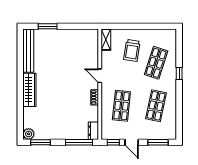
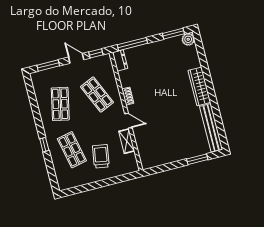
shelving: (106, 40) -> (127, 141), moved
shop shelf: (156, 63) -> (72, 150), turned -30
shop shelf: (121, 106) -> (97, 95), turned -30

